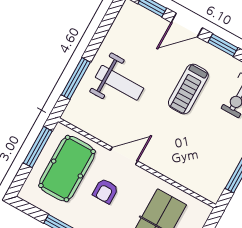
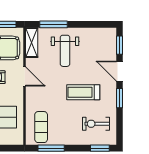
shelving: (84, 121) -> (32, 43), added
exercise mat: (203, 171) -> (41, 127), added

